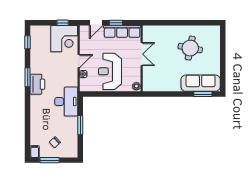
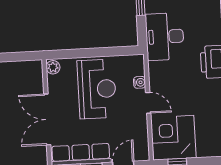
double door: (142, 54) -> (47, 119), width x1.37
door: (79, 61) -> (148, 103), swing flipped

